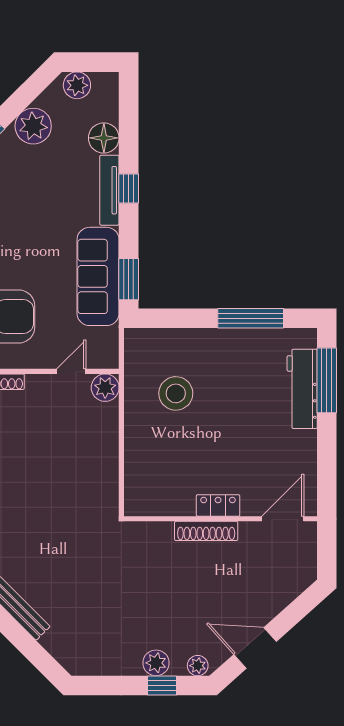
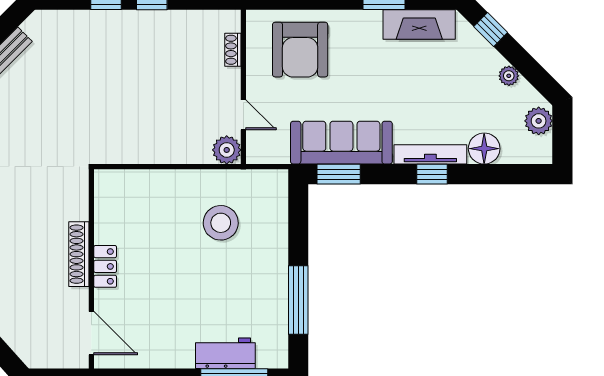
plant: (33, 126) -> (509, 76), width x0.53, depth x0.53
workbench: (302, 389) -> (225, 353), width x0.73

